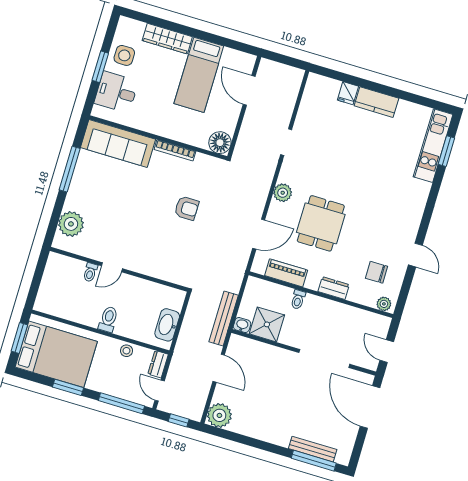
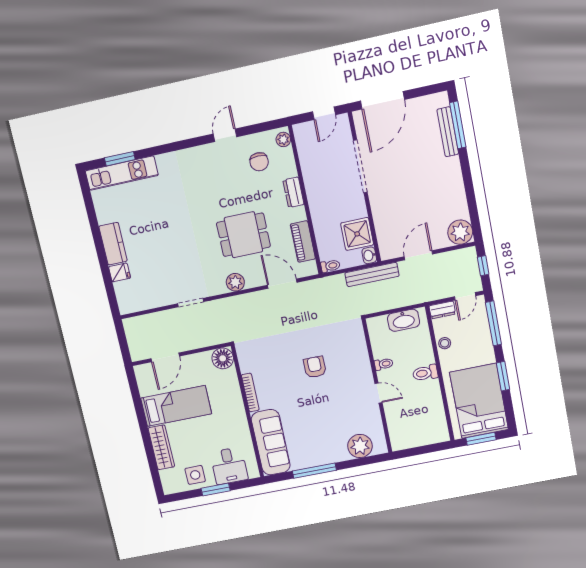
armchair: (187, 208) -> (315, 367), moved
toilet: (90, 272) -> (384, 364), moved
toilet: (298, 300) -> (330, 266), moved

